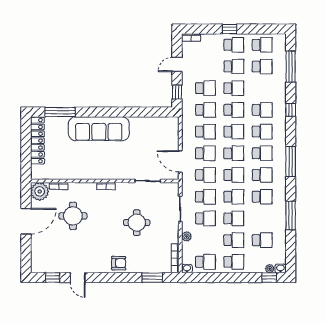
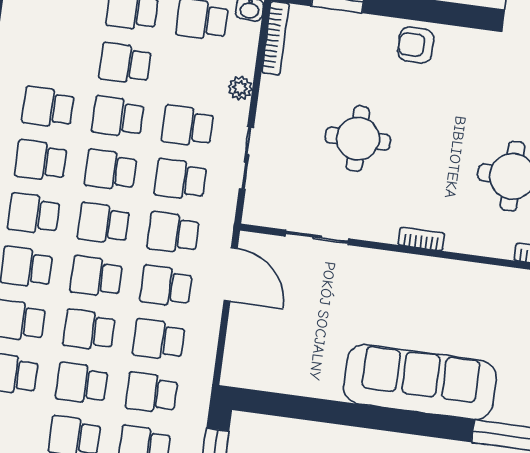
school desk: (262, 240) -> (48, 107), moved

